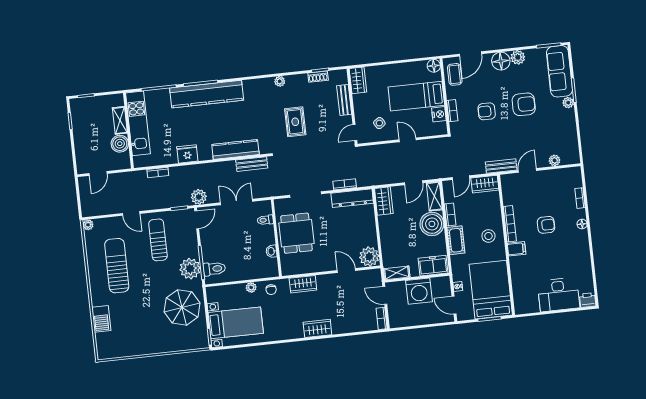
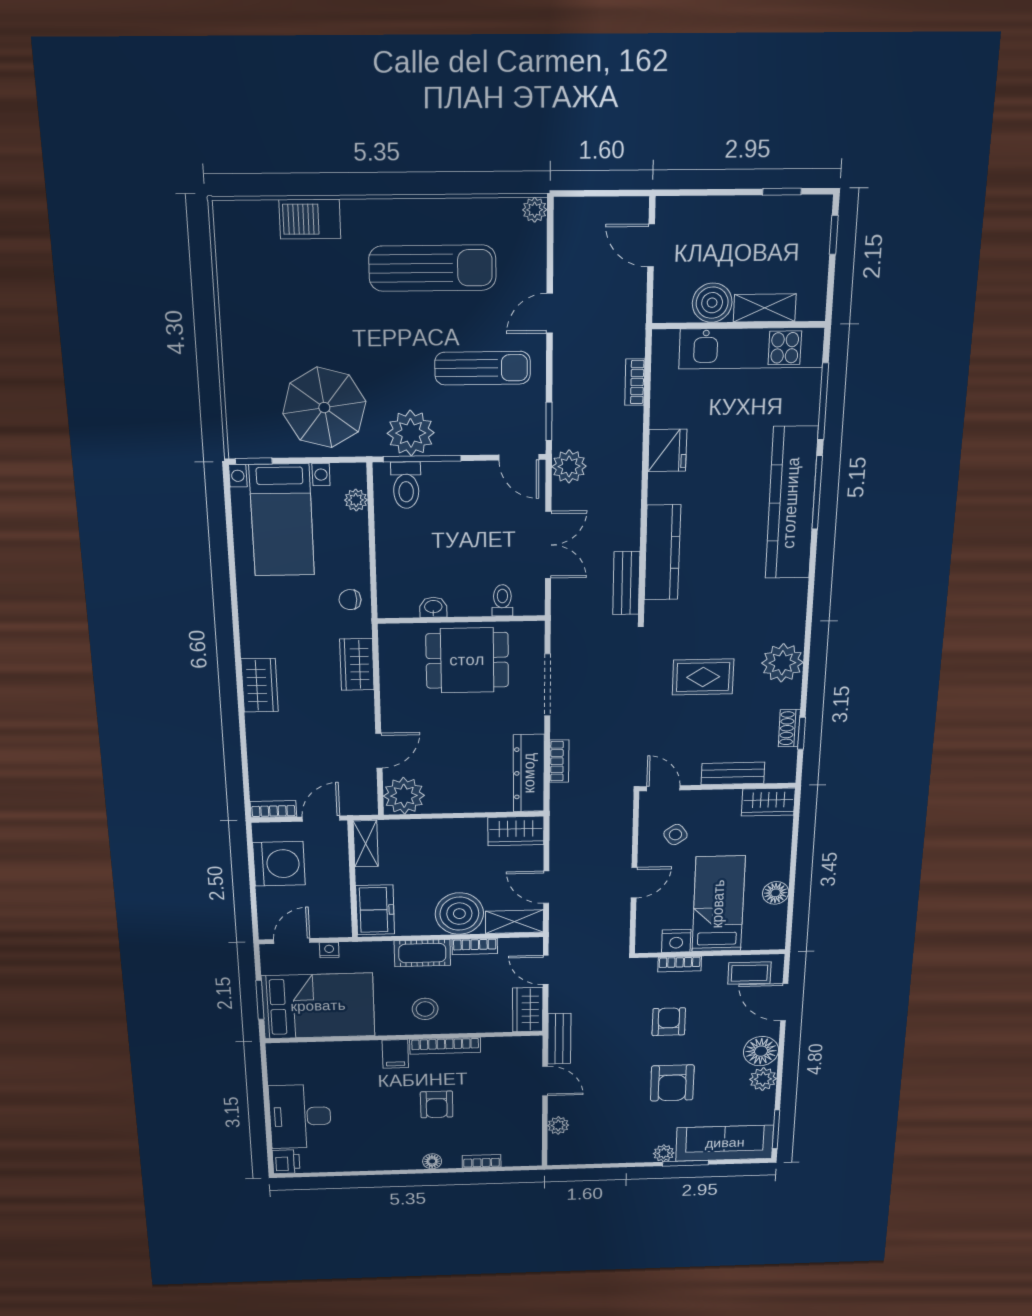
floor lamp: (434, 66) -> (776, 893), moved
plant: (280, 81) -> (782, 663), width x1.88, depth x1.88
plant: (251, 287) -> (356, 500), moved
washing machine: (419, 291) -> (279, 864), moved, turned 180

